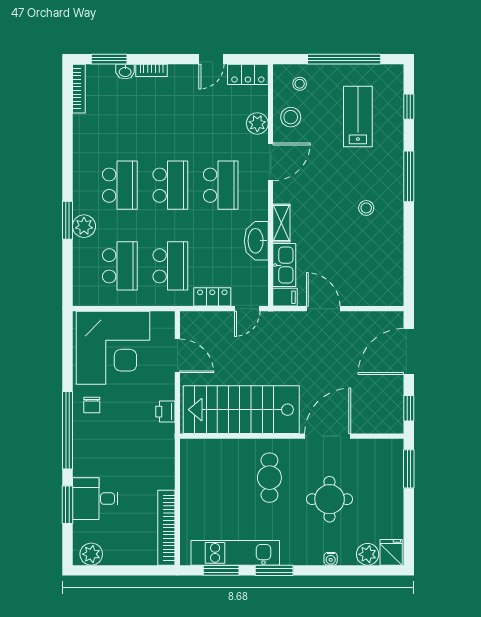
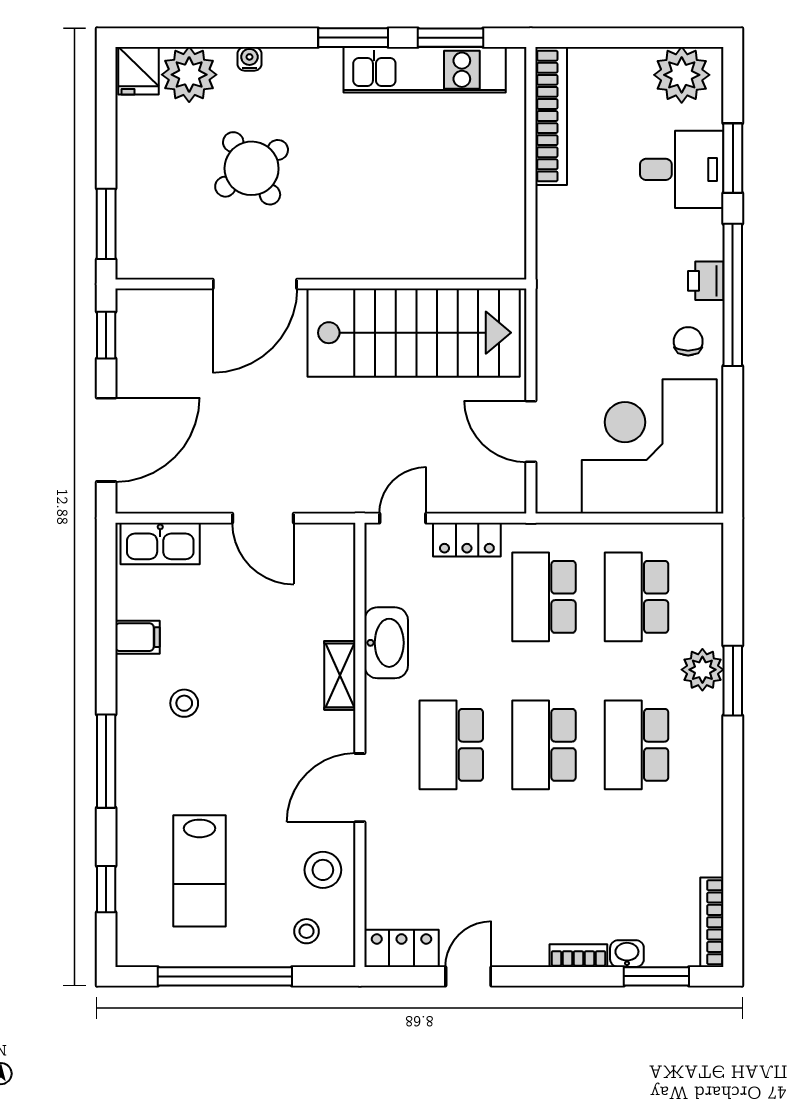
plant: (257, 123) -> (384, 858), removed
kitchen sink: (284, 265) -> (160, 543), moved, turned -90
filing cabinet: (285, 297) -> (138, 637), moved, turned 180
printer: (165, 412) -> (706, 281), moved, turned 180
cafe table: (269, 478) -> (362, 208), removed
round table: (330, 499) -> (252, 168), turned -35
plant: (91, 554) -> (682, 75), width x1.36, depth x1.36
plant: (368, 554) -> (189, 75), width x1.36, depth x1.36

